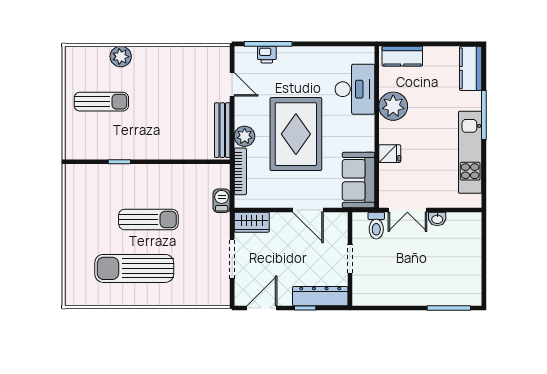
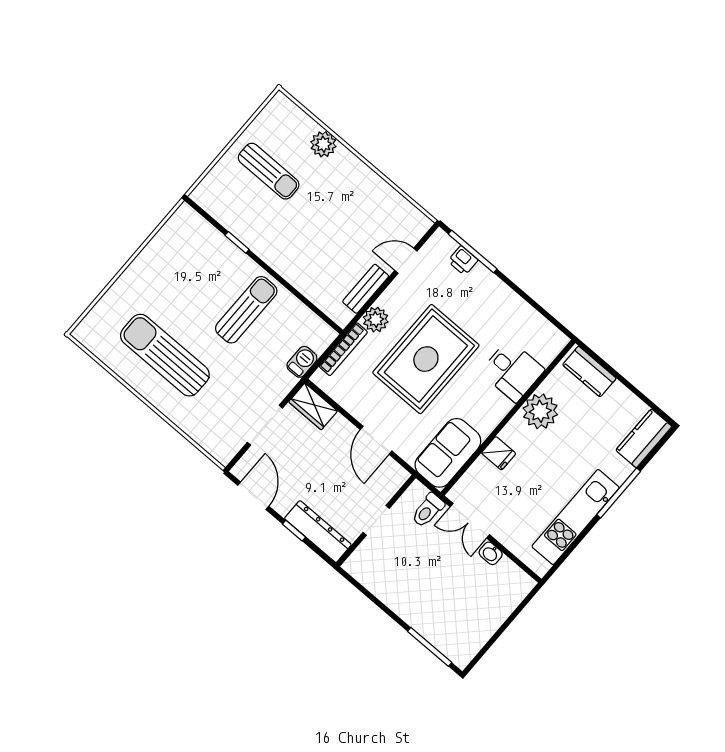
door: (232, 84) -> (406, 261), swing flipped
desk: (355, 89) -> (512, 371), width x0.73
bench: (222, 130) -> (366, 289), width x0.73
sun lounger: (148, 219) -> (246, 310), moved, turned -90
door: (262, 308) -> (253, 496), hinge flipped

